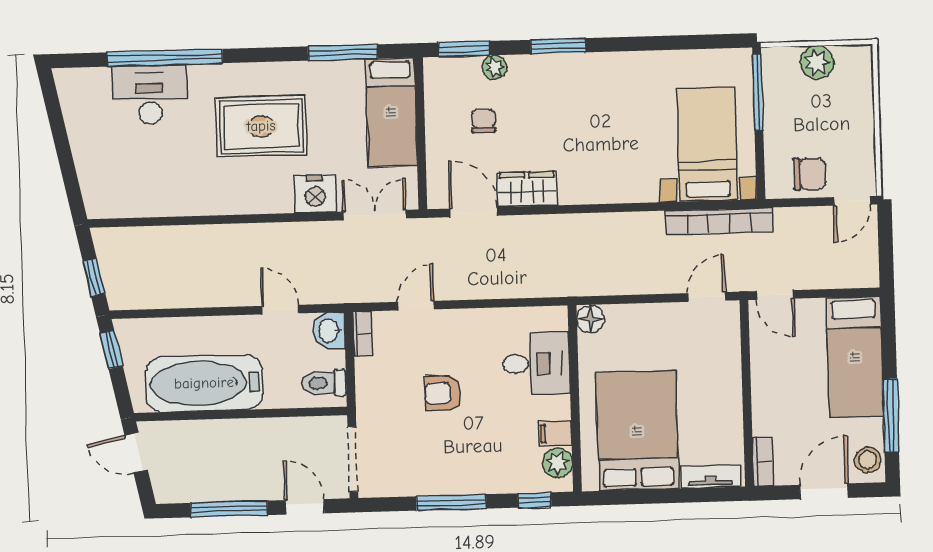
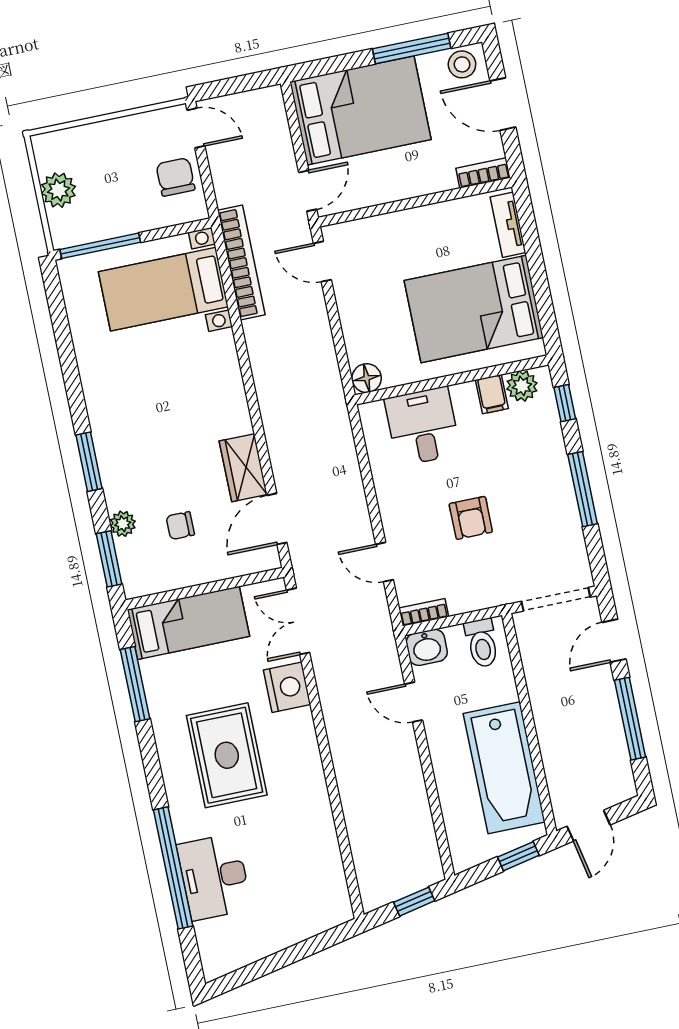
door: (280, 310) -> (414, 702), hinge flipped
window: (111, 350) -> (518, 856), moved
bed: (855, 357) -> (360, 111), width x1.50

